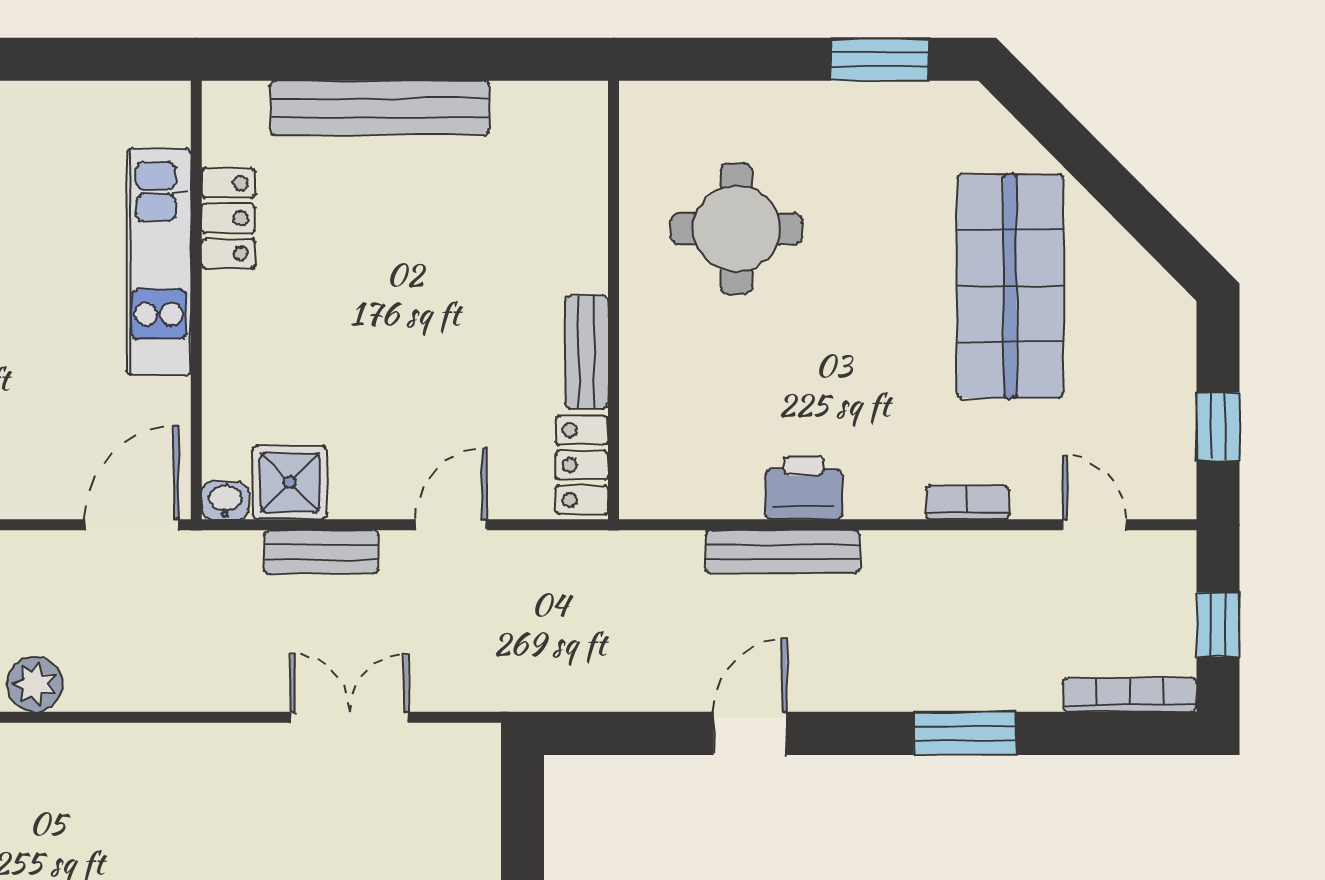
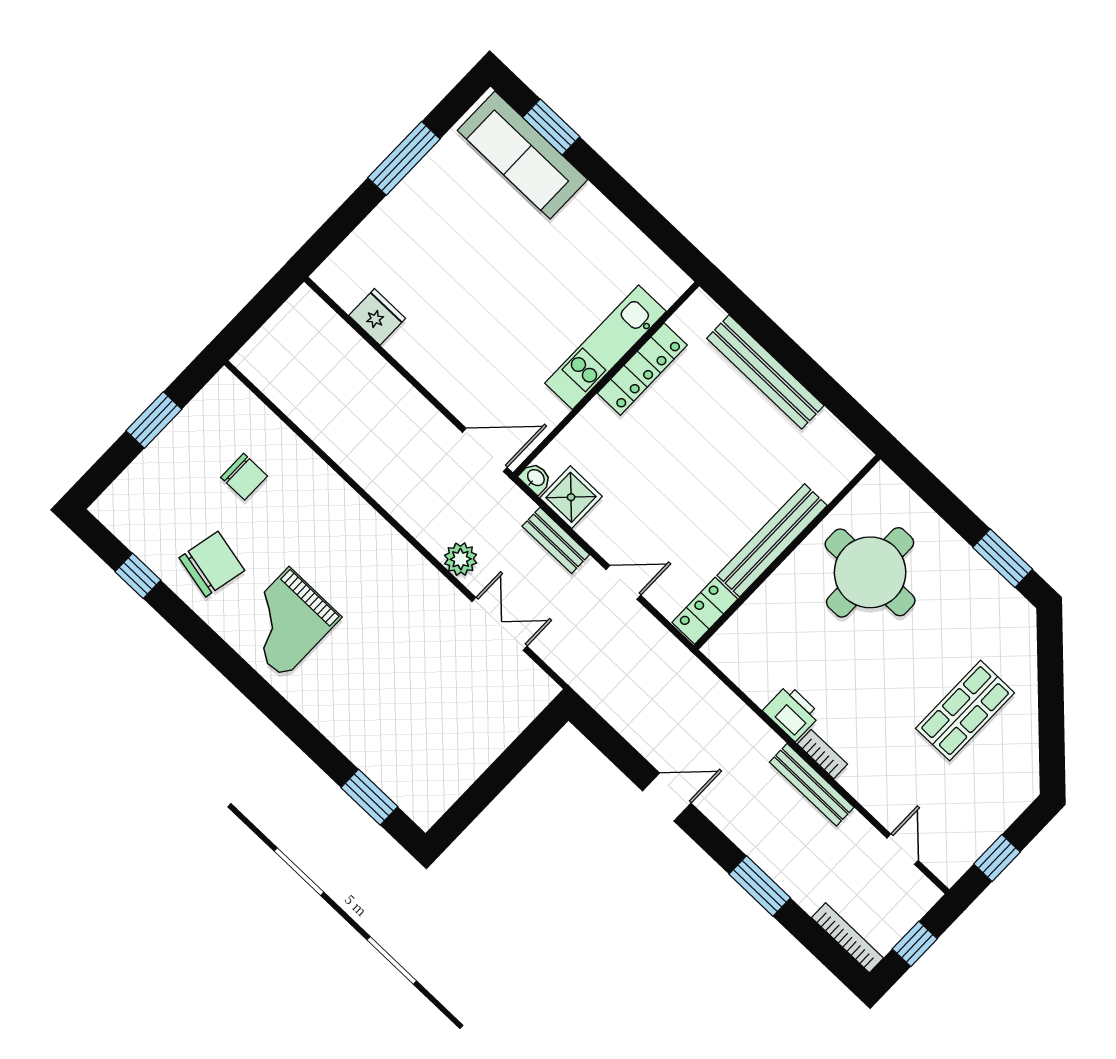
locker: (228, 218) -> (642, 369), width x1.53
round table: (737, 229) -> (870, 572), width x1.36, depth x1.36
shop shelf: (1010, 286) -> (965, 711), width x0.70, depth x0.74
bench: (587, 352) -> (772, 540), width x1.86, depth x1.21
bookcase: (968, 503) -> (822, 754), moved
bench: (782, 552) -> (812, 785), moved
plant: (35, 684) -> (461, 559), moved

